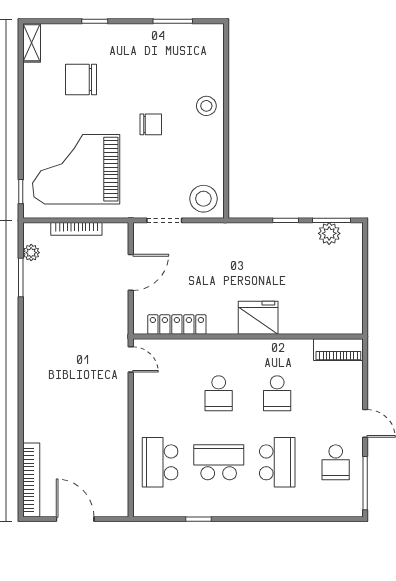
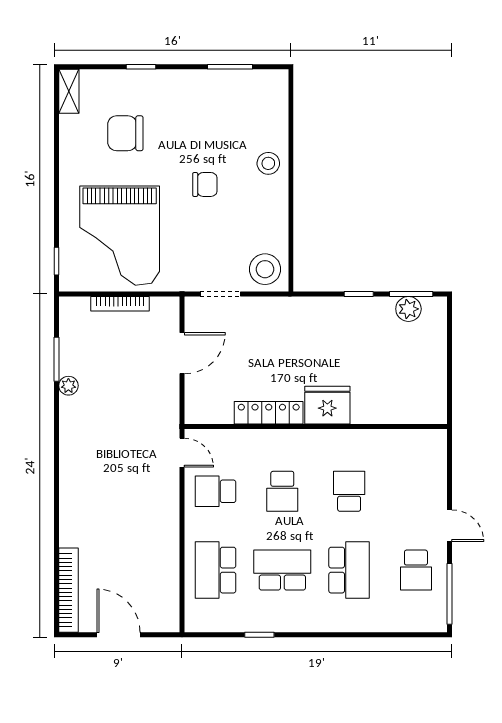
grand piano: (76, 169) -> (120, 236), turned -90
plant: (31, 253) -> (68, 386), moved
locker: (177, 325) -> (269, 413), moved
piano: (338, 350) -> (419, 441), removed
school desk: (160, 393) -> (216, 491), added
school desk: (277, 393) -> (349, 491), turned 180

